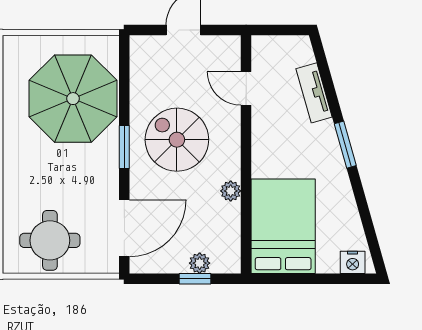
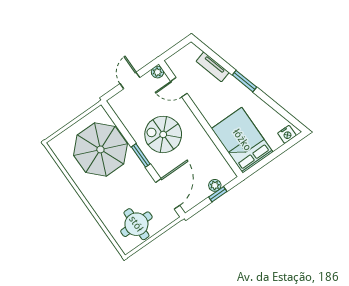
plant: (231, 191) -> (157, 72), moved

